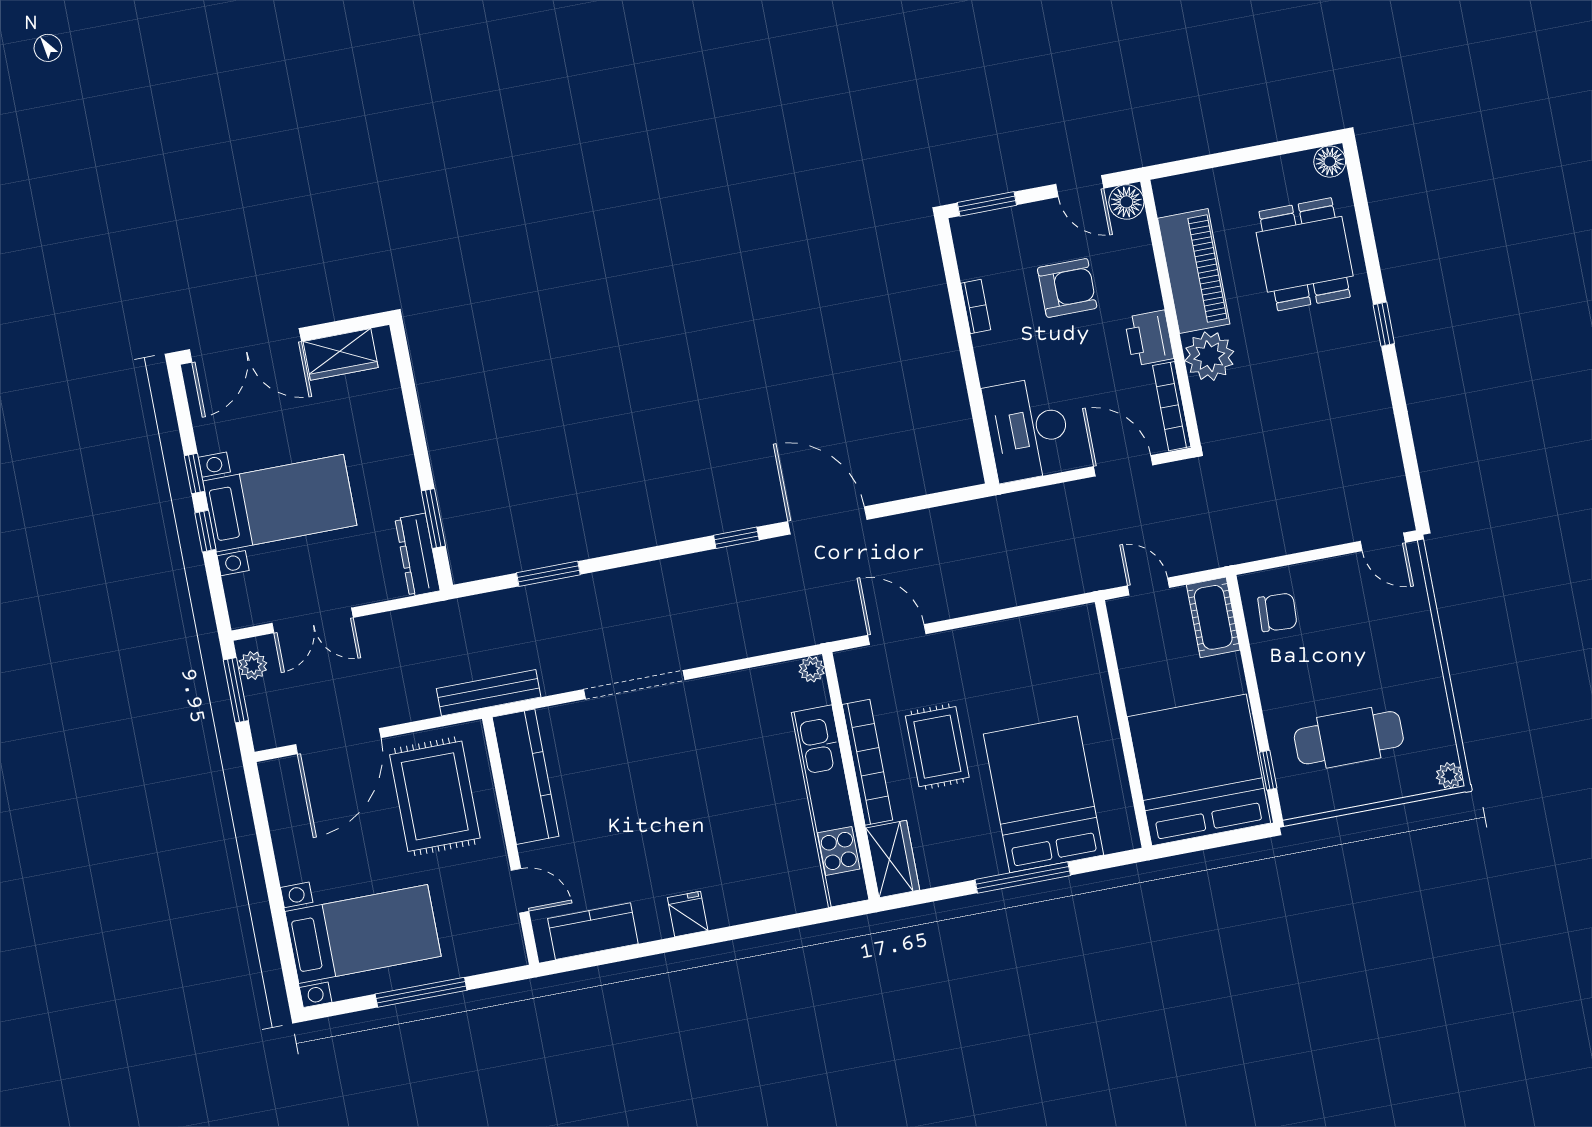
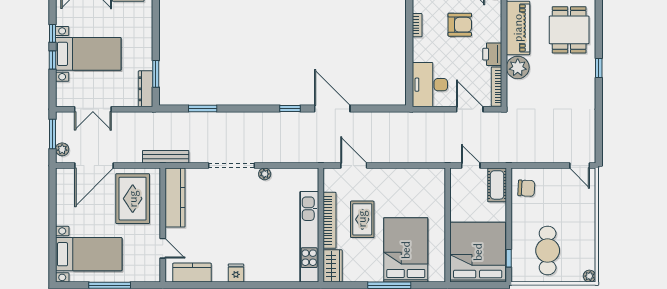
plant: (253, 665) -> (62, 149), moved
plant: (812, 669) -> (265, 174), moved
cafe table: (1349, 738) -> (548, 251), turned 90

